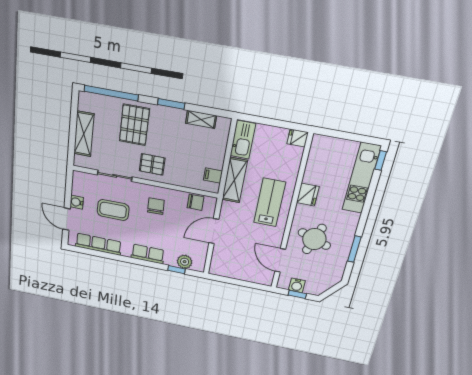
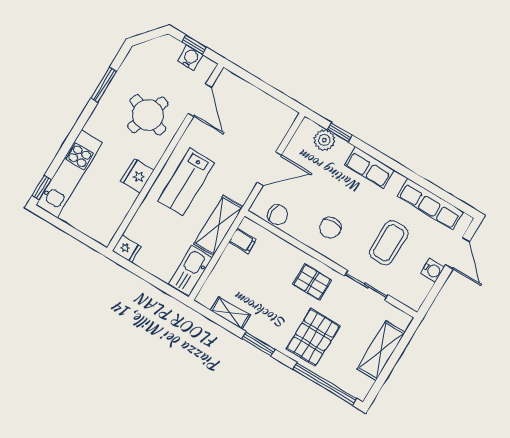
chair: (195, 202) -> (278, 215), turned 180
coffee table: (113, 210) -> (389, 243), turned 90

